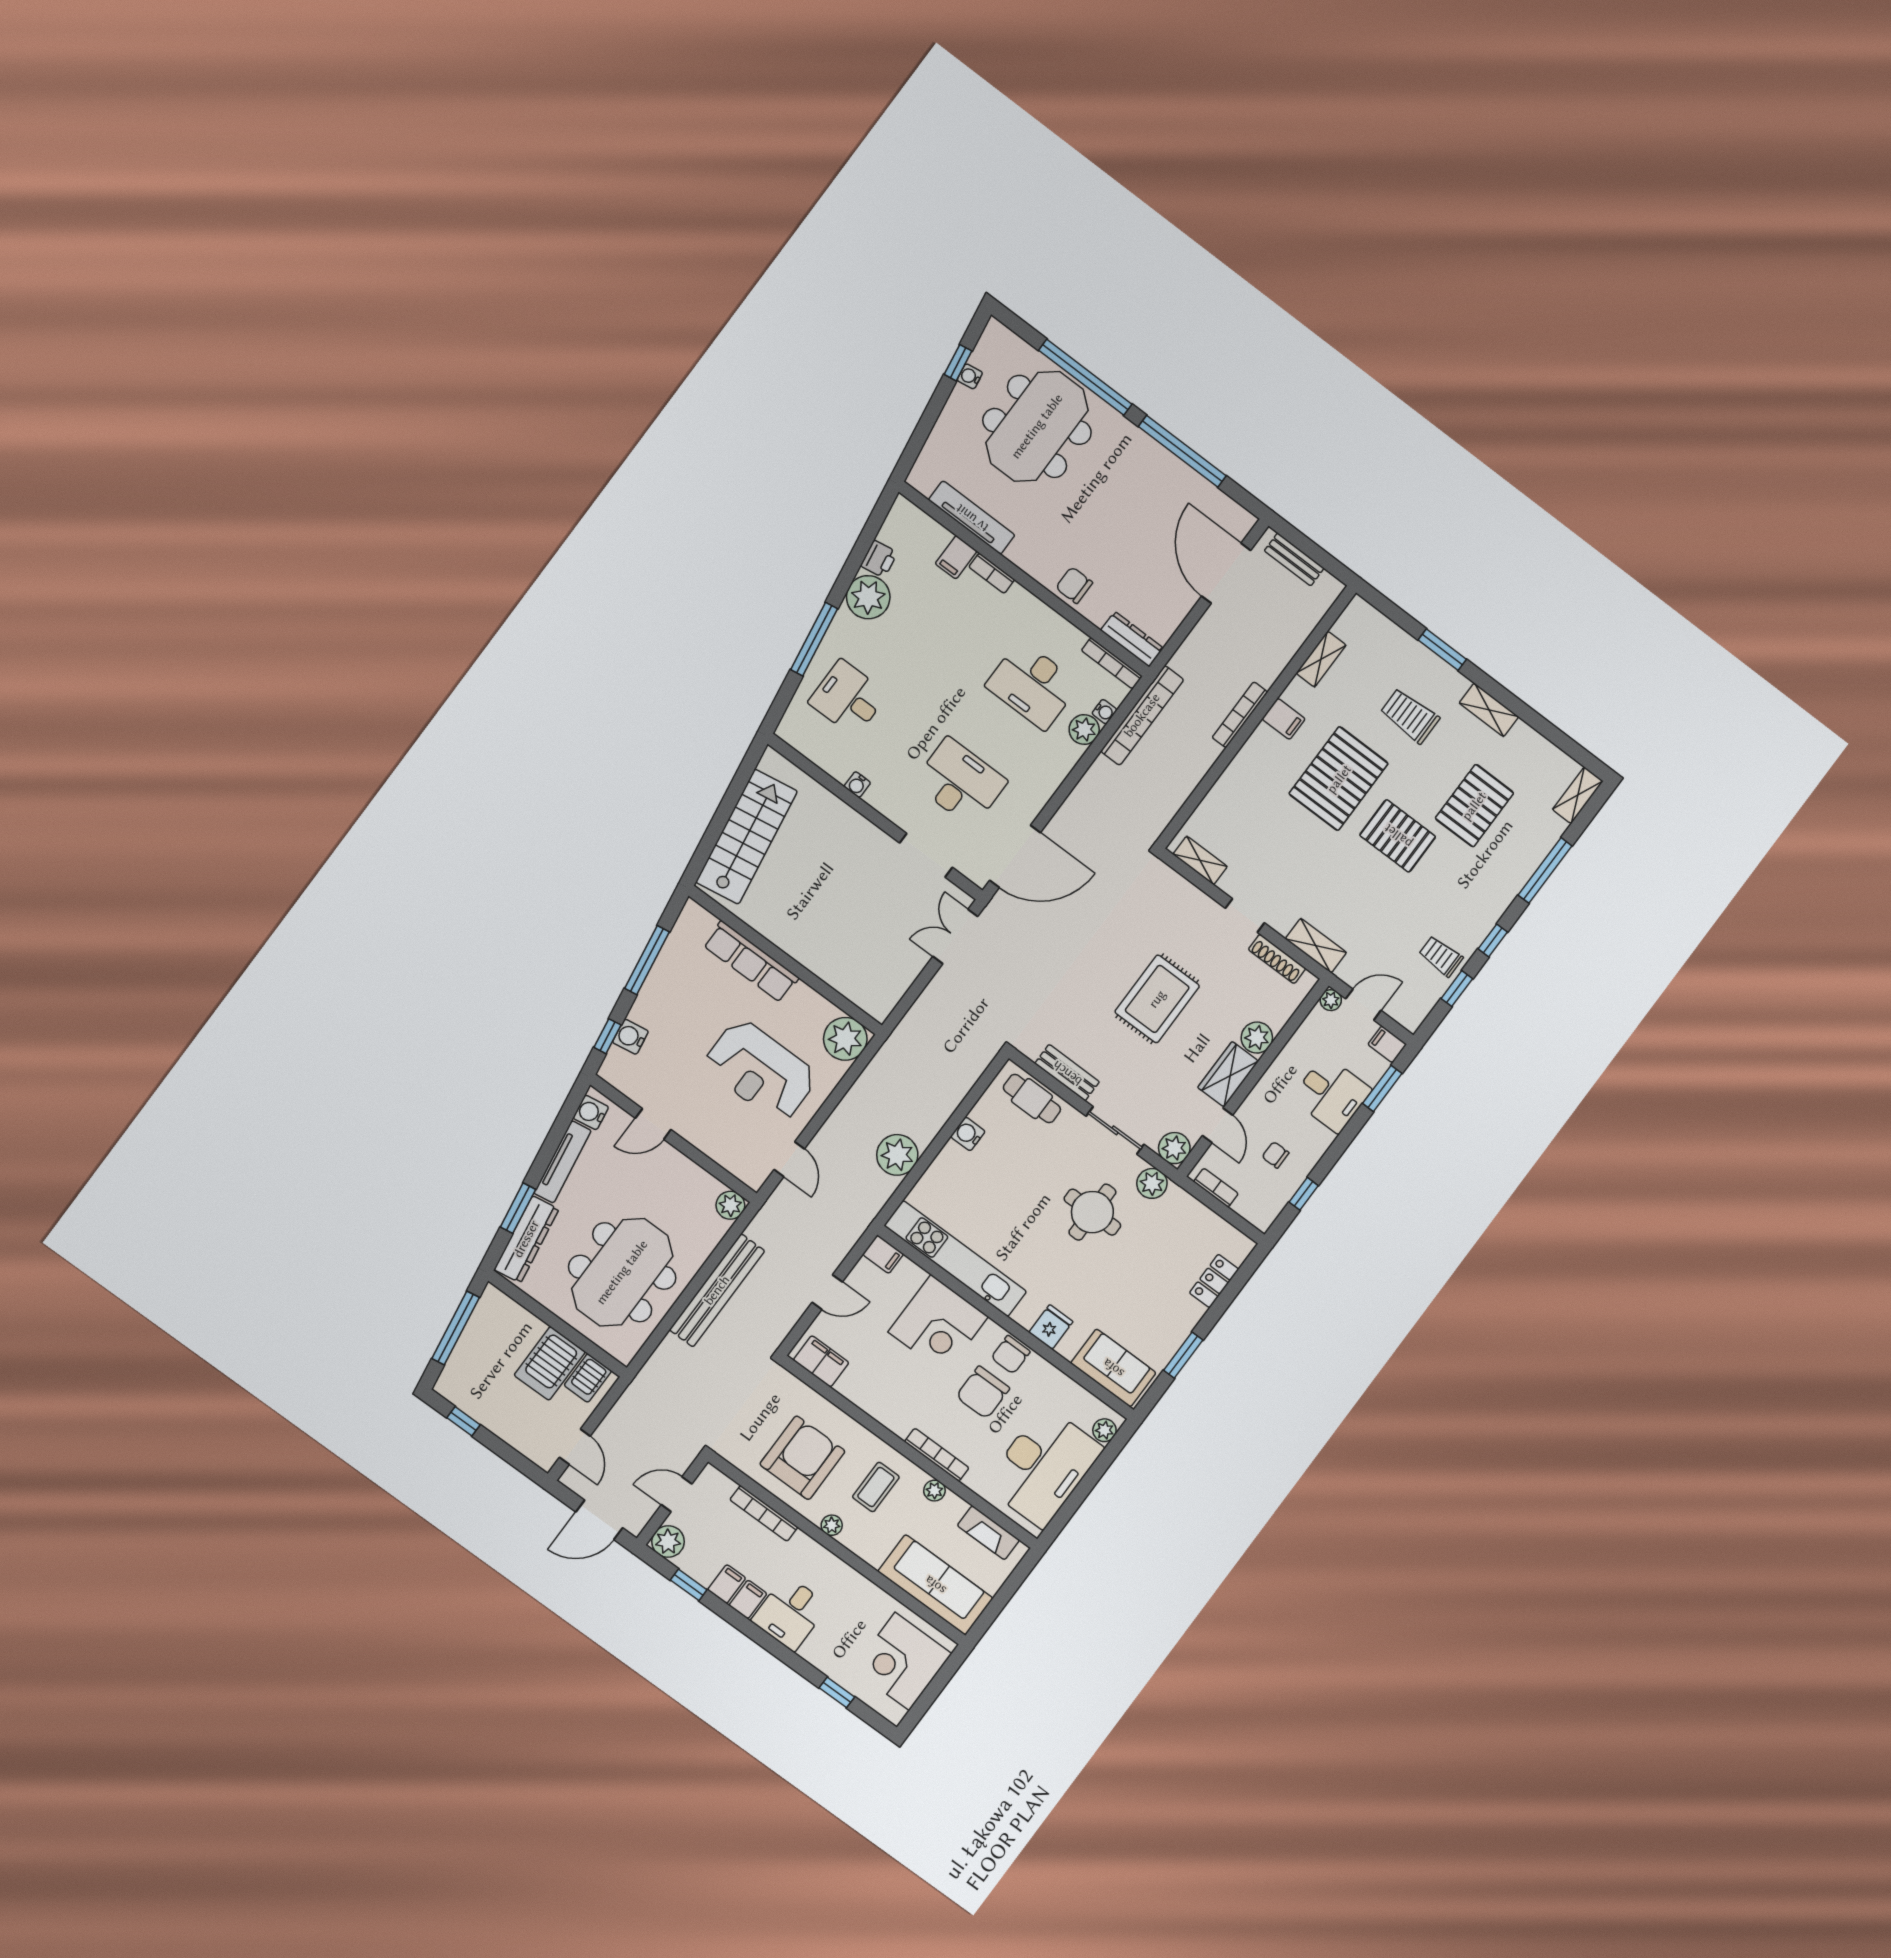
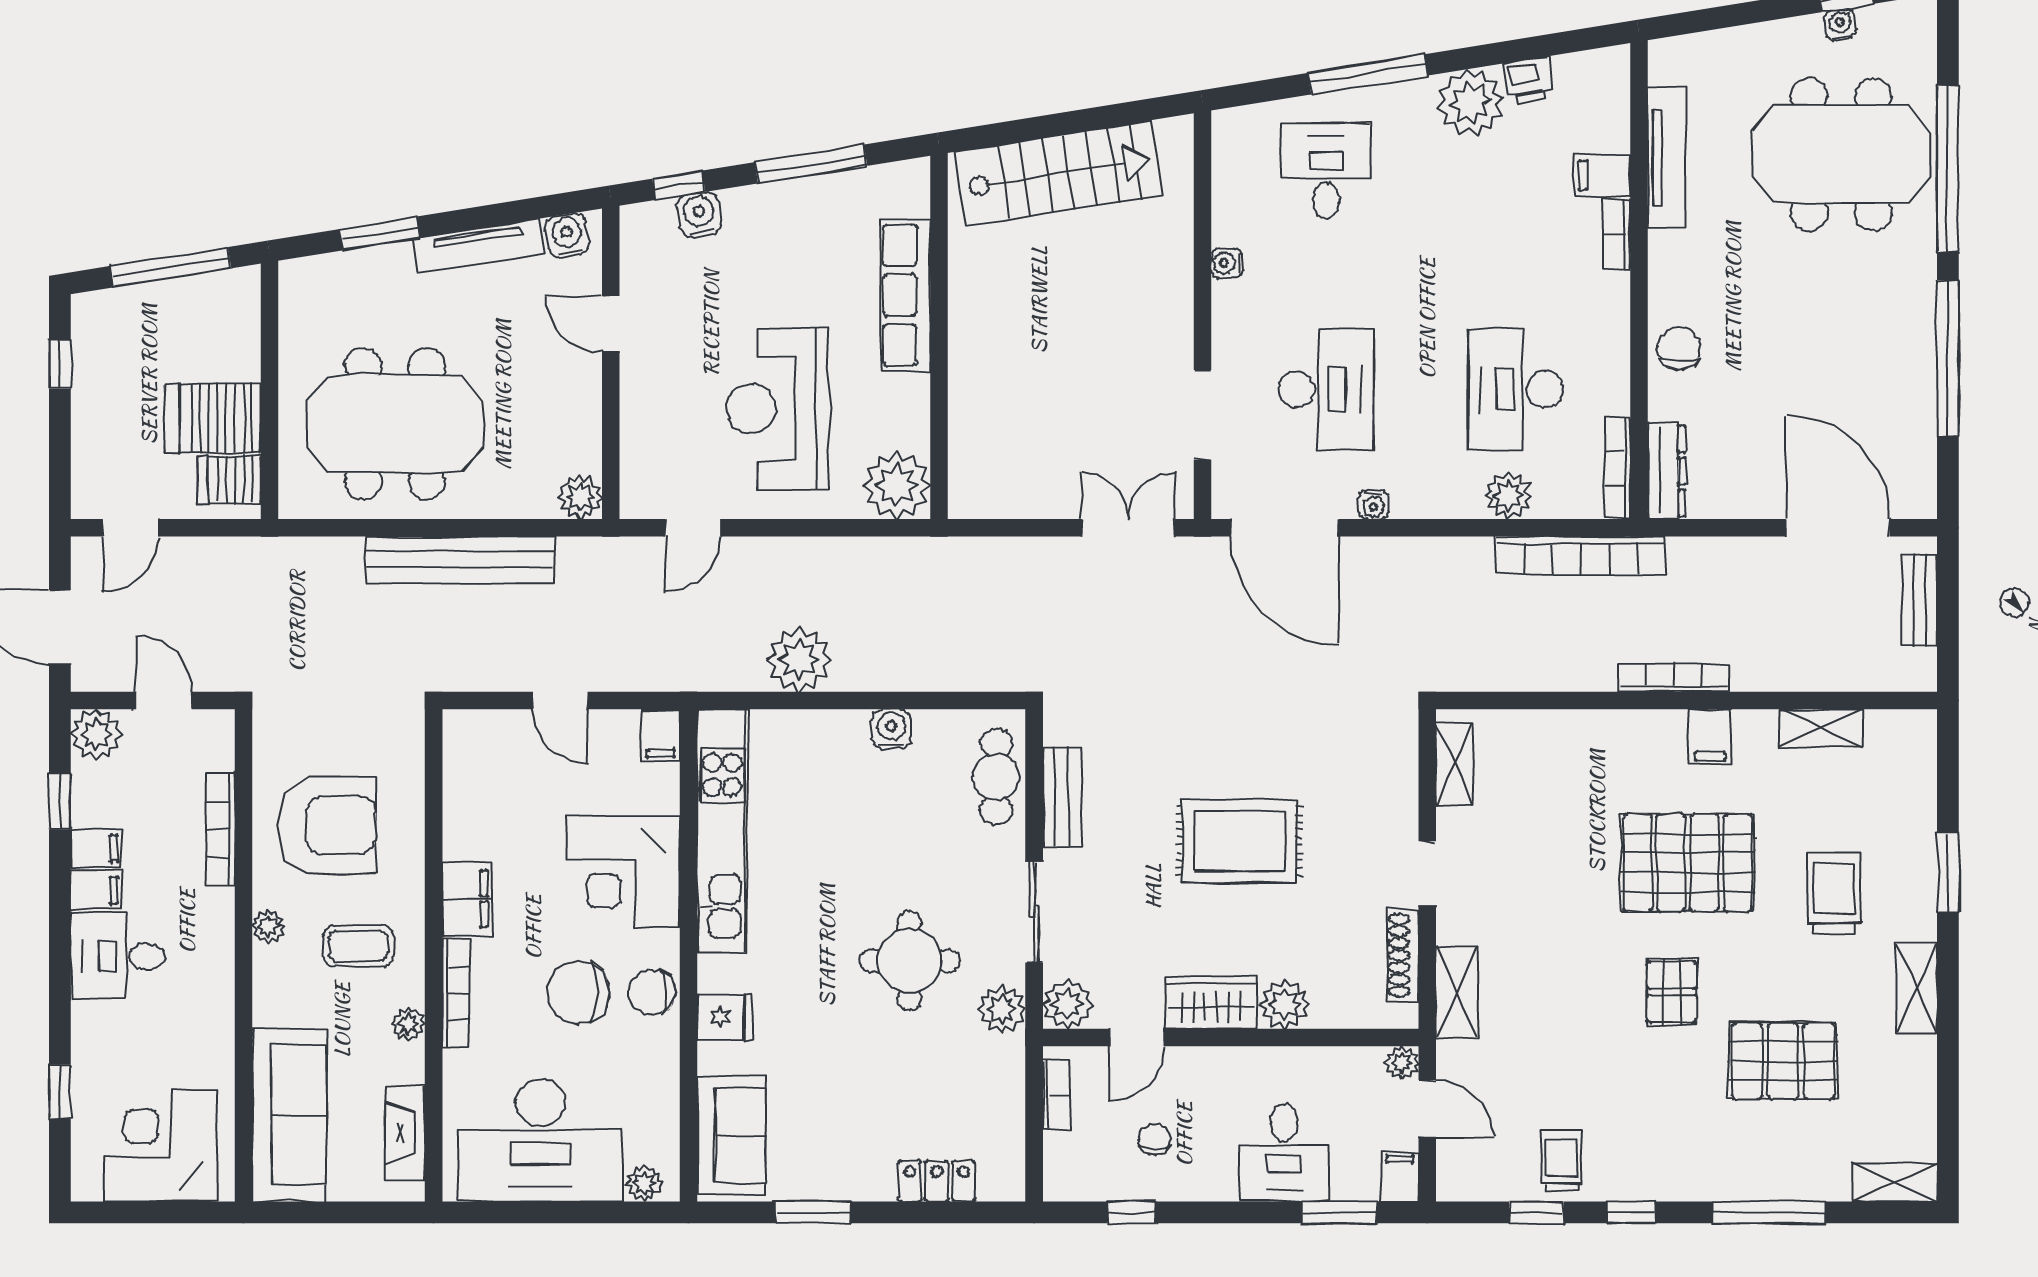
door: (1226, 573) -> (1838, 528), hinge flipped
water cooler: (1104, 712) -> (1374, 504), moved
pallet: (1398, 836) -> (1672, 992), width x0.67, depth x0.71
dresser: (526, 1239) -> (348, 273), removed
filing cabinet: (821, 1361) -> (467, 899), moved

